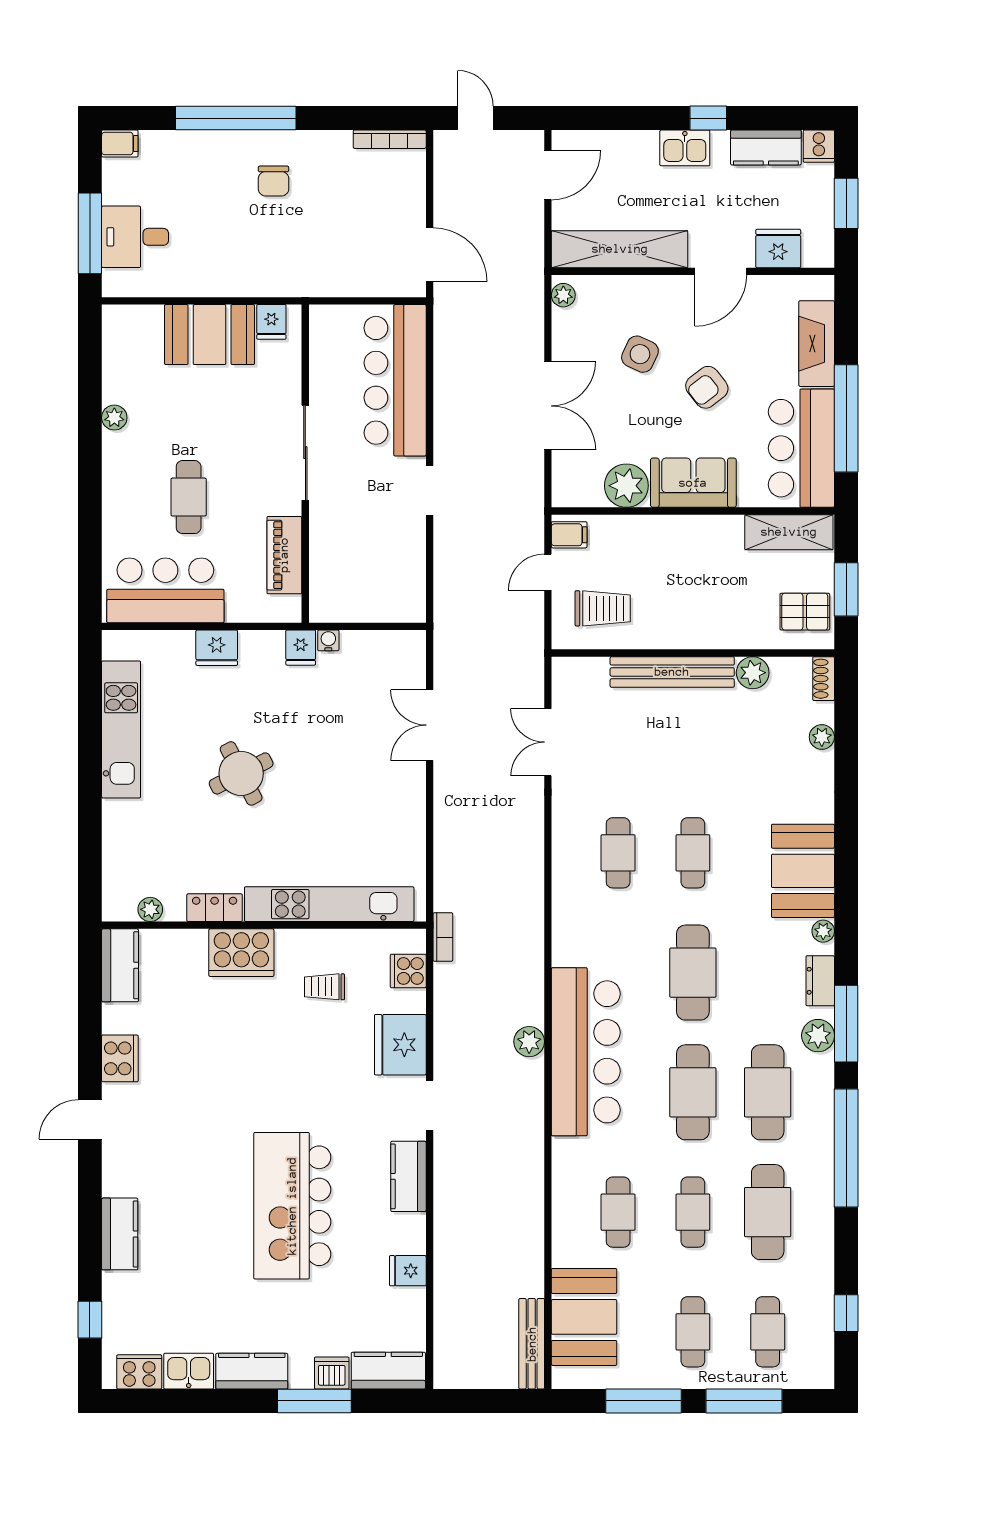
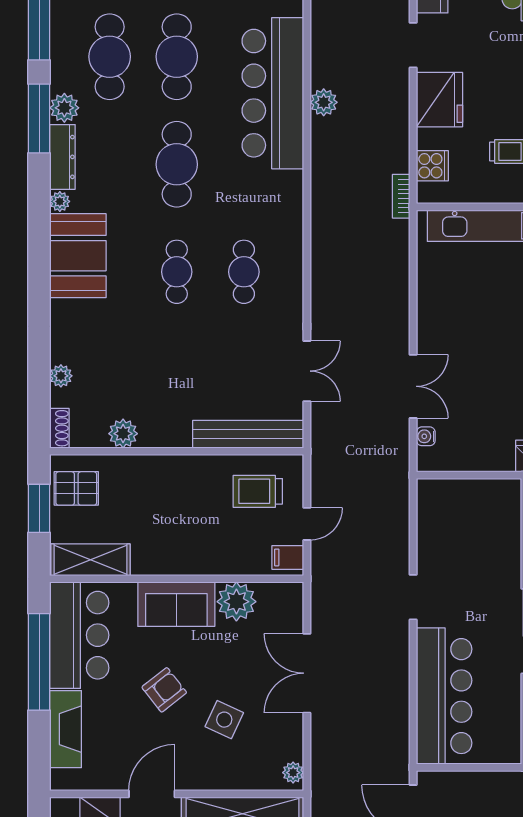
water cooler: (328, 640) -> (426, 436), moved, turned 90
bench: (672, 672) -> (248, 434), moved
dresser: (820, 981) -> (62, 157), width x1.44

